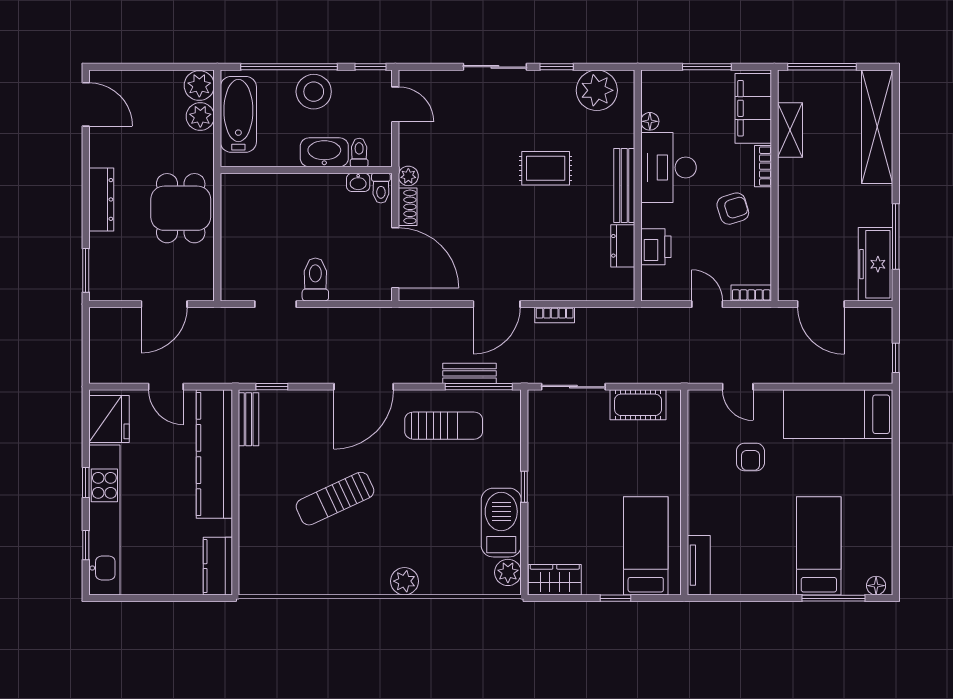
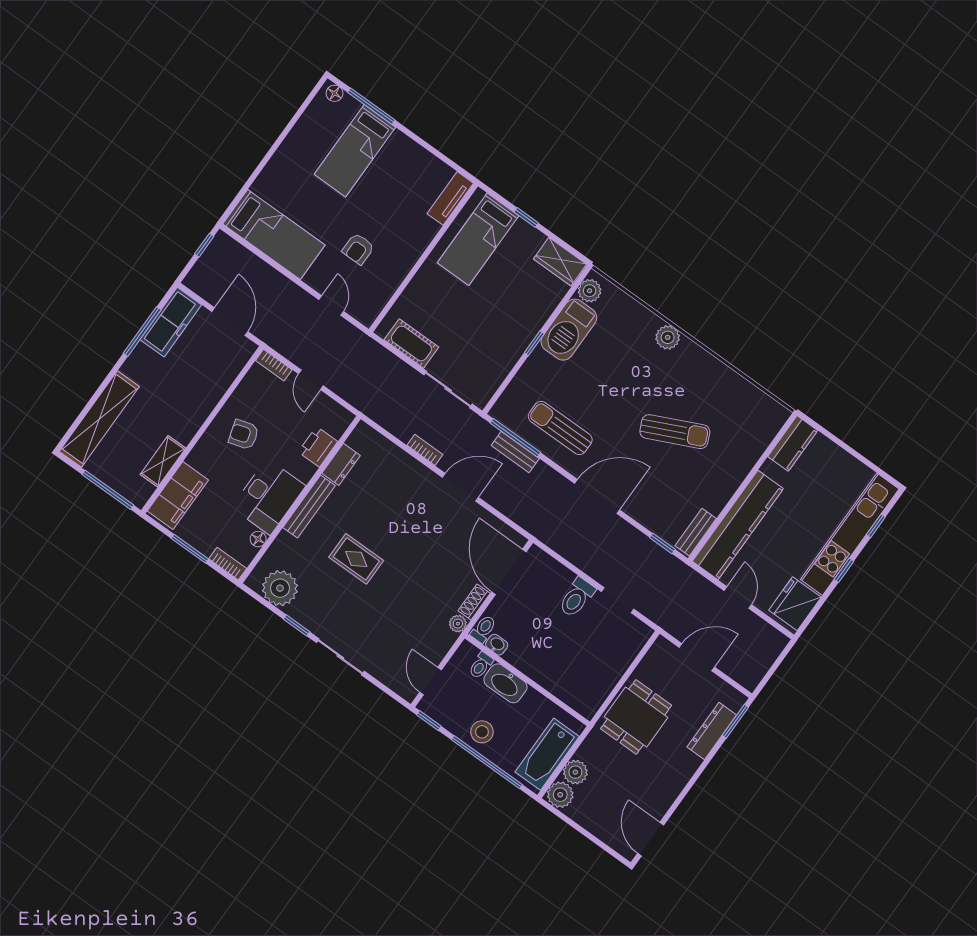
stool: (314, 92) -> (482, 732), width x0.73, depth x0.73
bookcase: (763, 166) -> (228, 564), moved, turned -90
dresser: (101, 199) -> (712, 731), moved
armchair: (750, 457) -> (358, 249), turned 180

